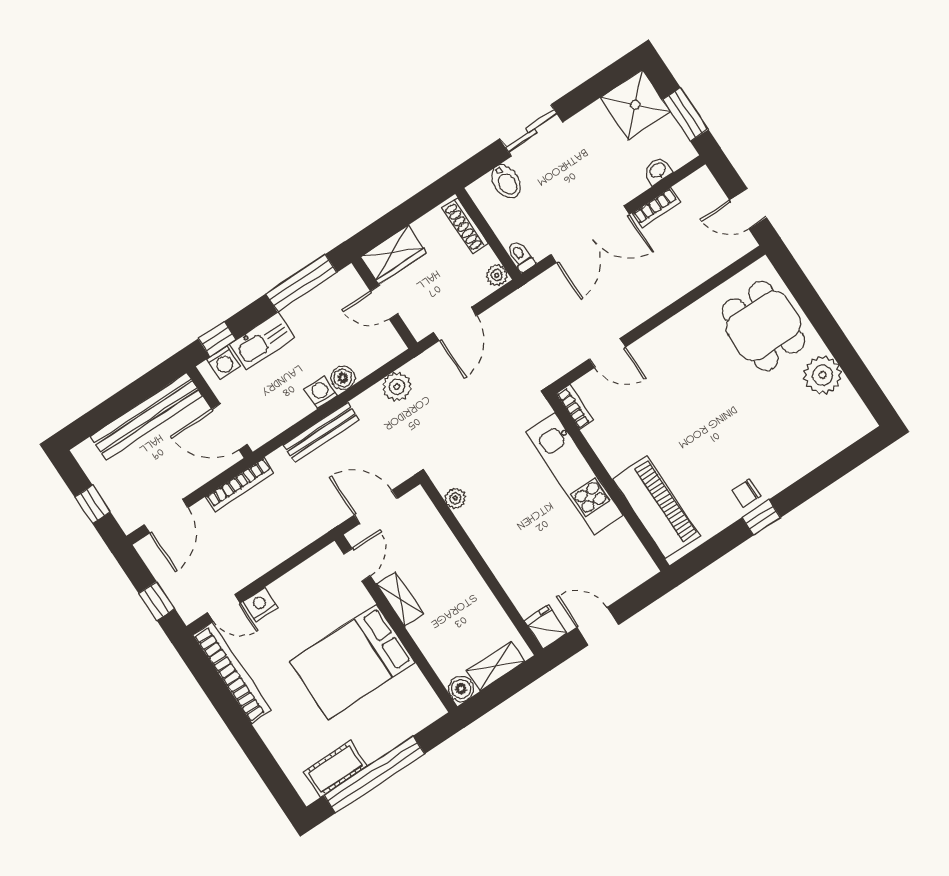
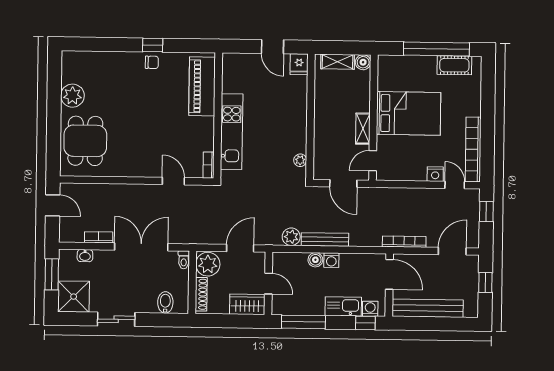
sliding door: (531, 130) -> (116, 319), moved
plant: (497, 275) -> (208, 264), width x1.88, depth x1.88
bench: (321, 432) -> (325, 239), moved

